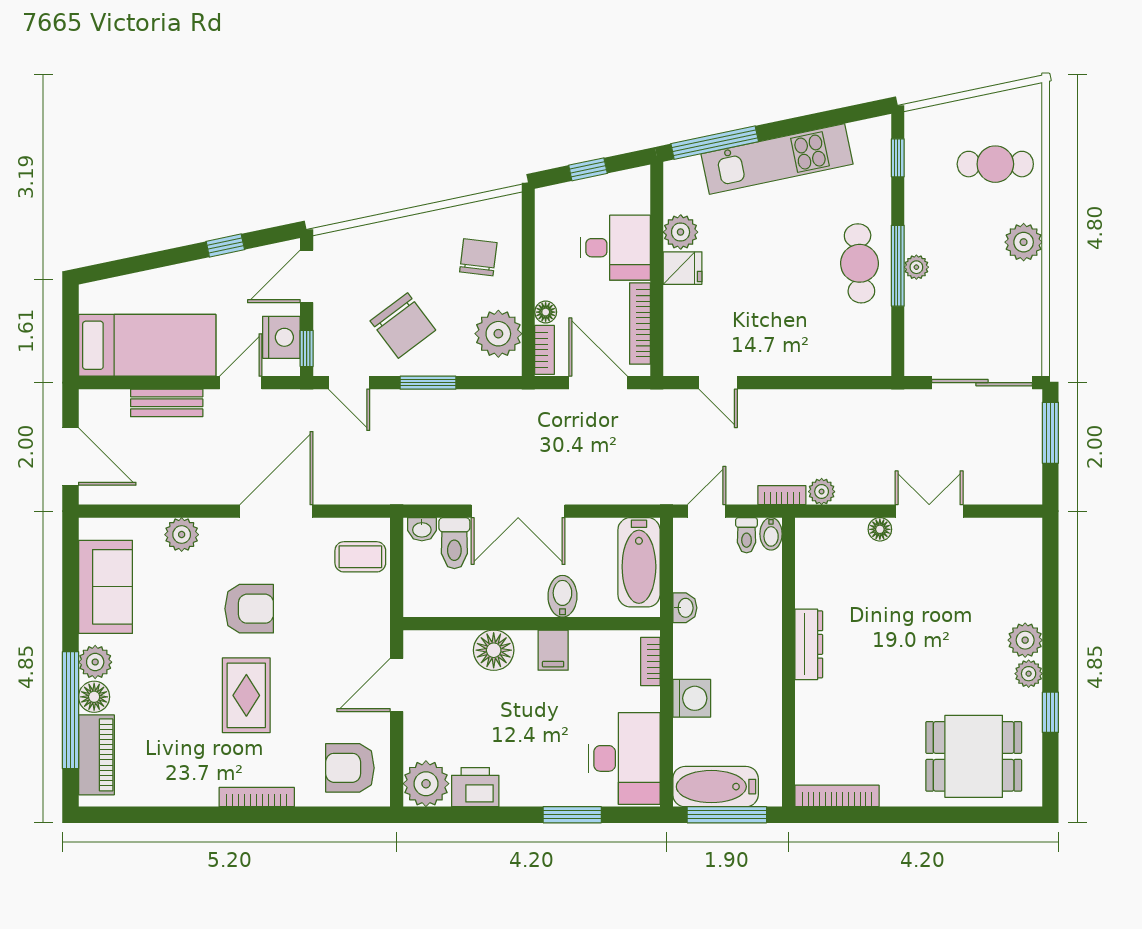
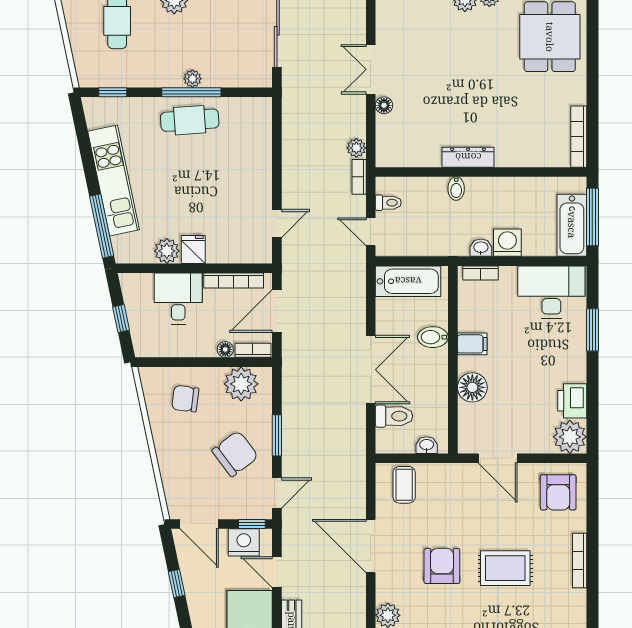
washbasin: (422, 529) -> (427, 445), moved, turned -90
bidet: (771, 534) -> (456, 189), moved, turned 90
washbasin: (685, 608) -> (481, 248), moved

